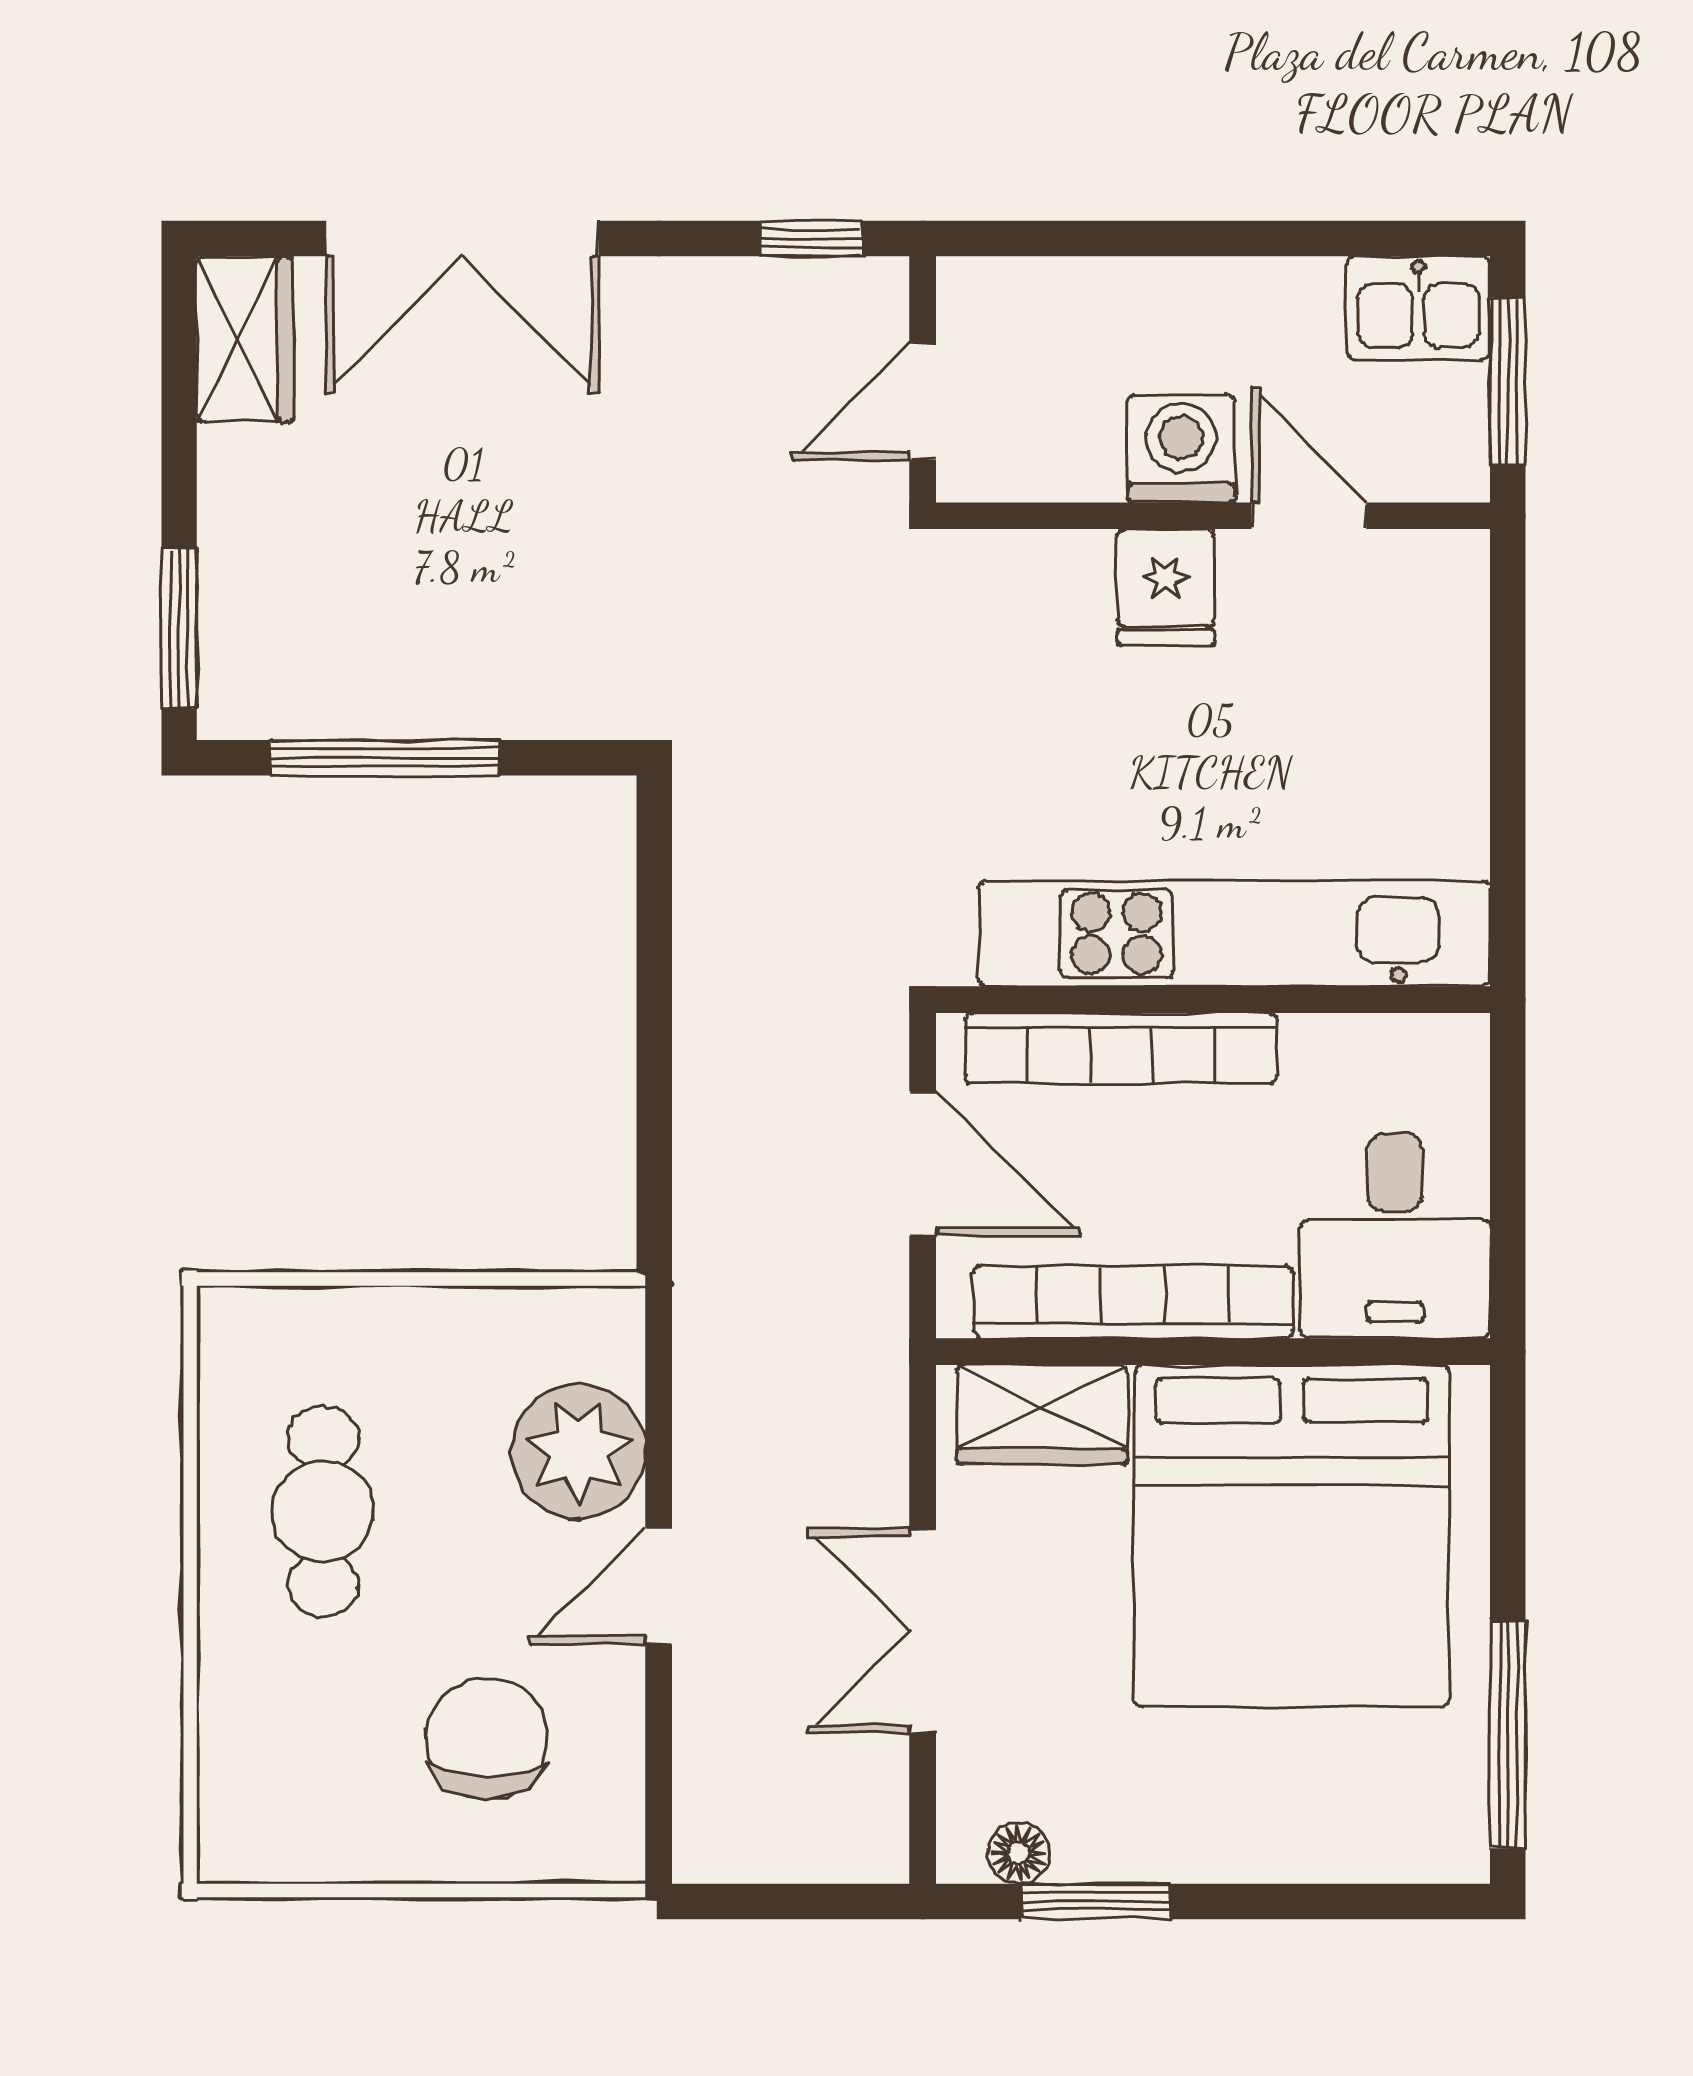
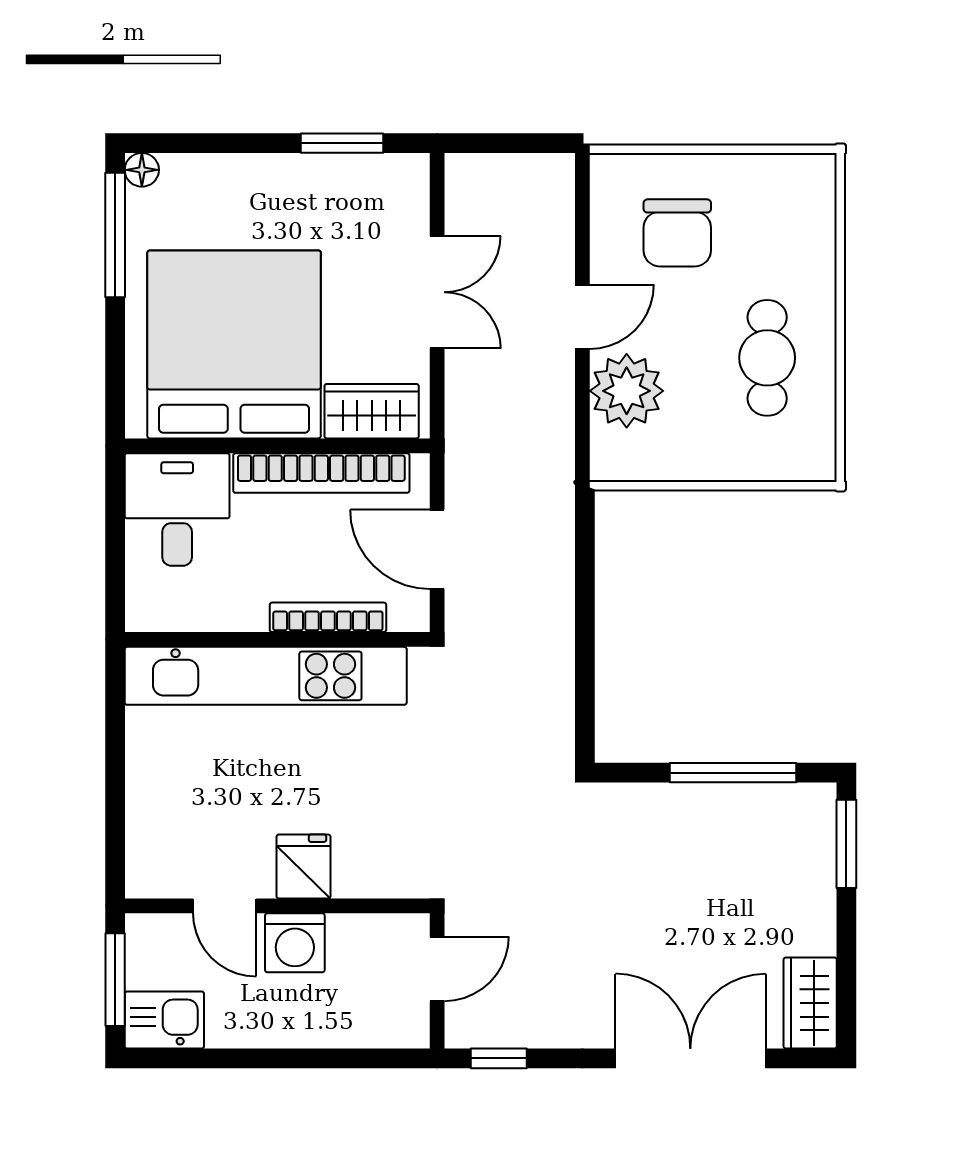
bookcase: (1121, 1048) -> (328, 617), width x0.68, depth x0.76
floor lamp: (1019, 1853) -> (142, 170), moved

